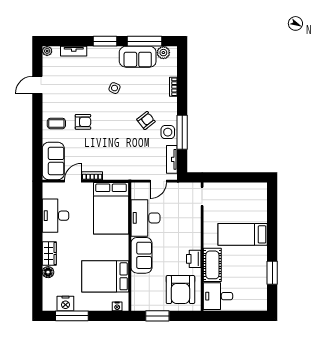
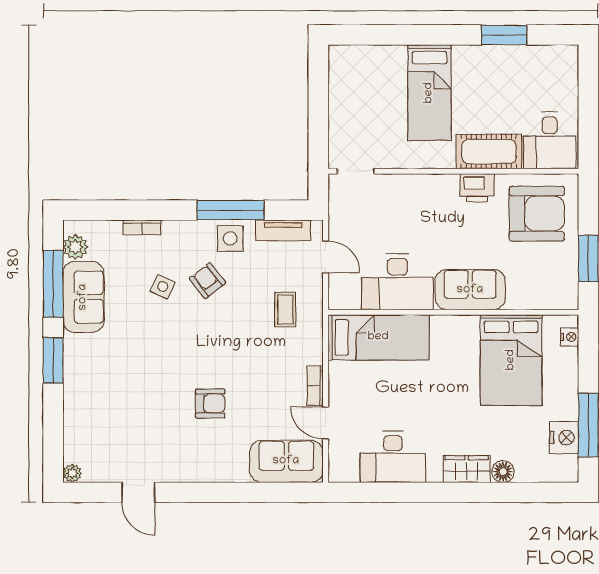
tv unit: (74, 51) -> (73, 422), removed
side table: (115, 88) -> (163, 287), moved
armchair: (83, 122) -> (210, 403), turned 90
coffee table: (56, 123) -> (285, 310), moved
bed: (111, 208) -> (378, 337), width x0.67

